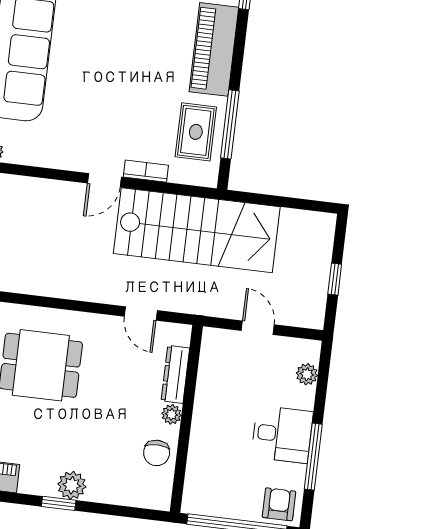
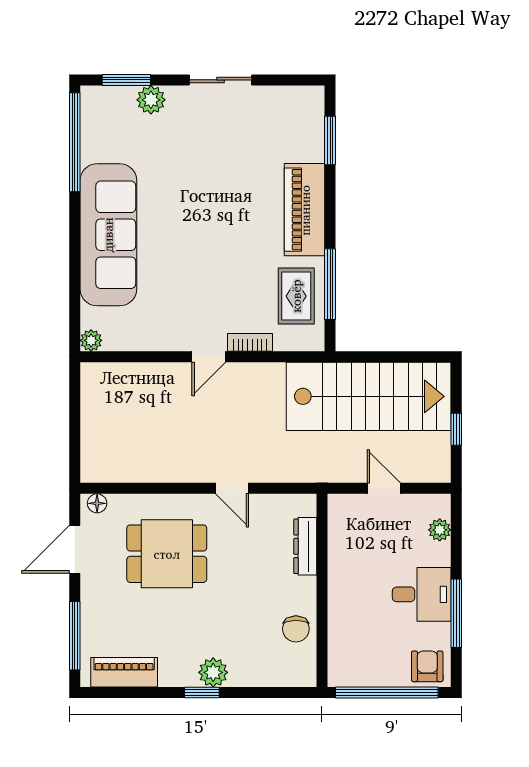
stairs: (197, 230) -> (369, 396), moved
door: (141, 313) -> (232, 488), moved
plant: (172, 414) -> (306, 588), removed

